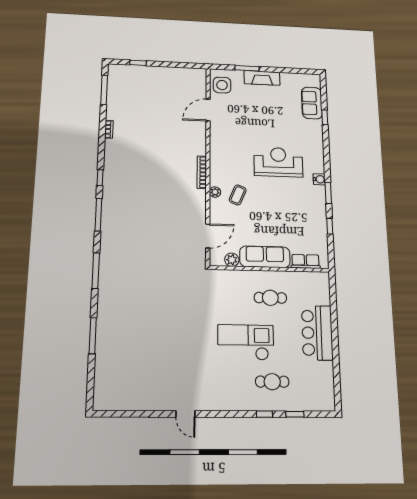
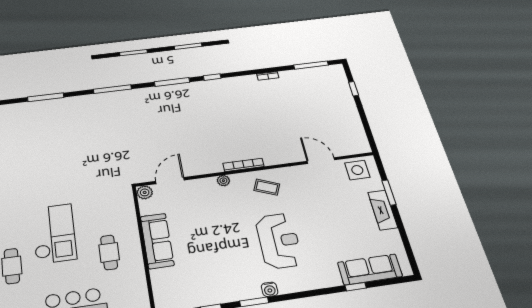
sofa: (312, 103) -> (370, 269), width x1.36
coffee table: (238, 195) -> (267, 187), moved
door: (208, 236) -> (170, 181), swing flipped
plant: (232, 260) -> (145, 192), moved
row of seats: (305, 261) -> (160, 285), removed

